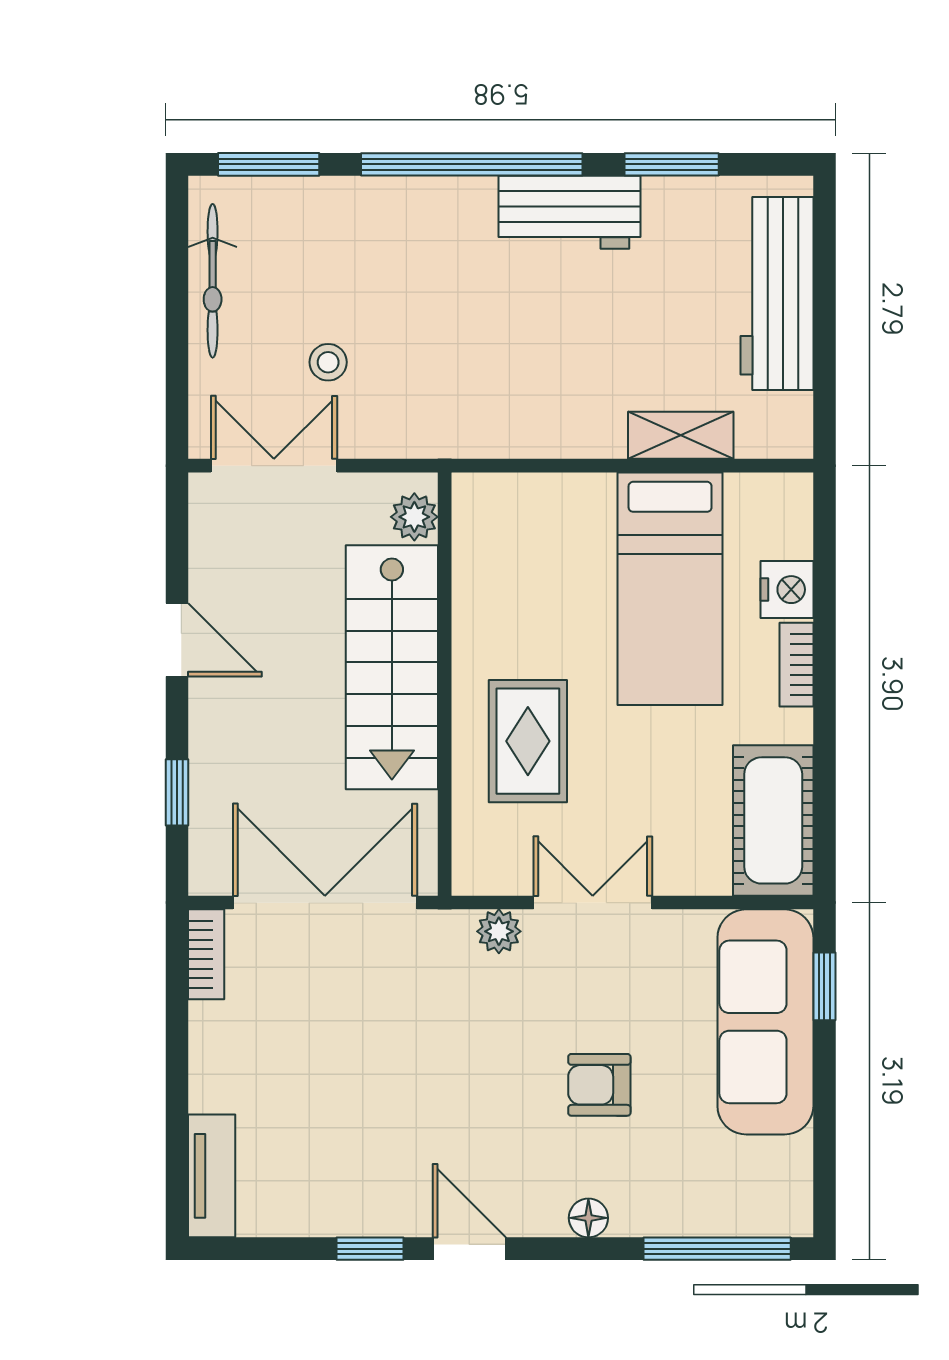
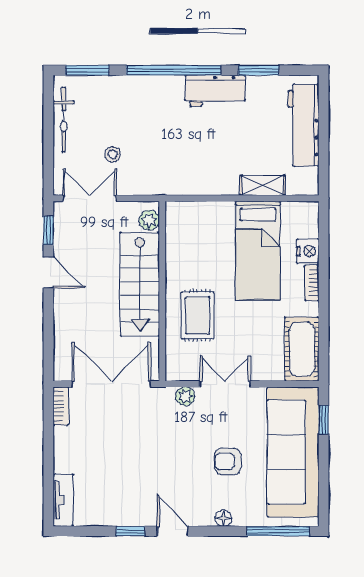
window: (177, 792) -> (48, 230), moved
sofa: (765, 1022) -> (293, 452), width x1.36, depth x1.27

